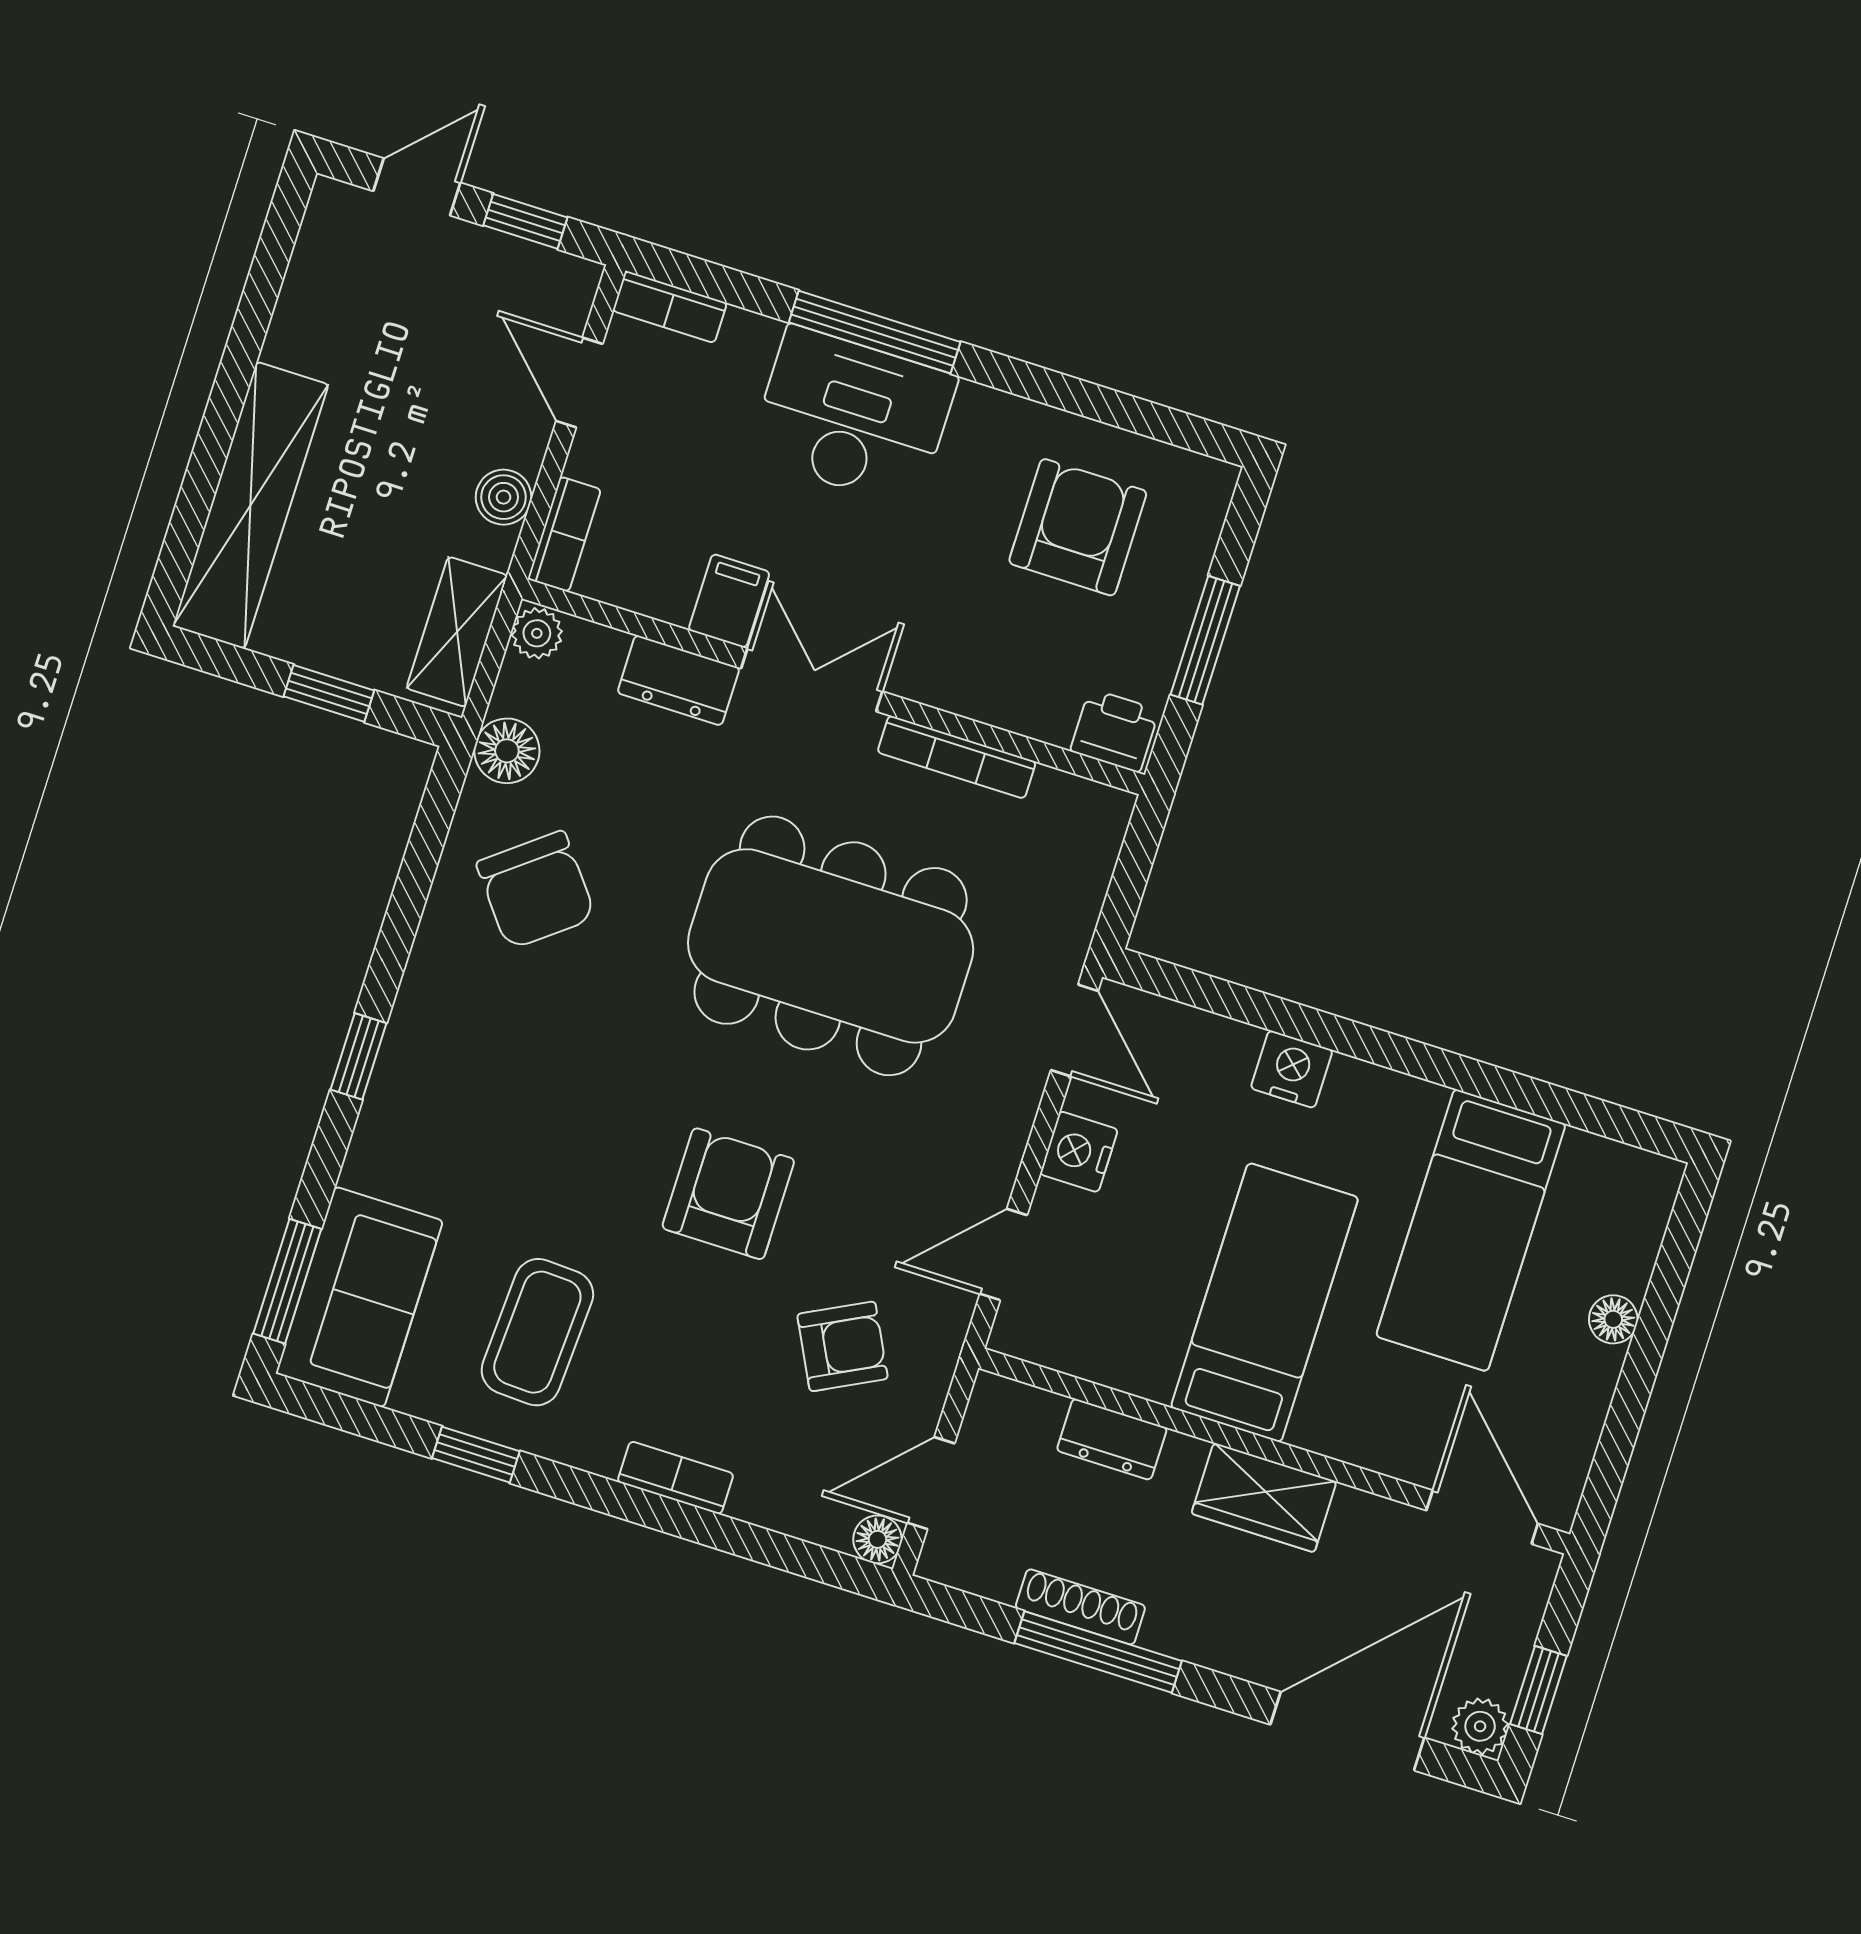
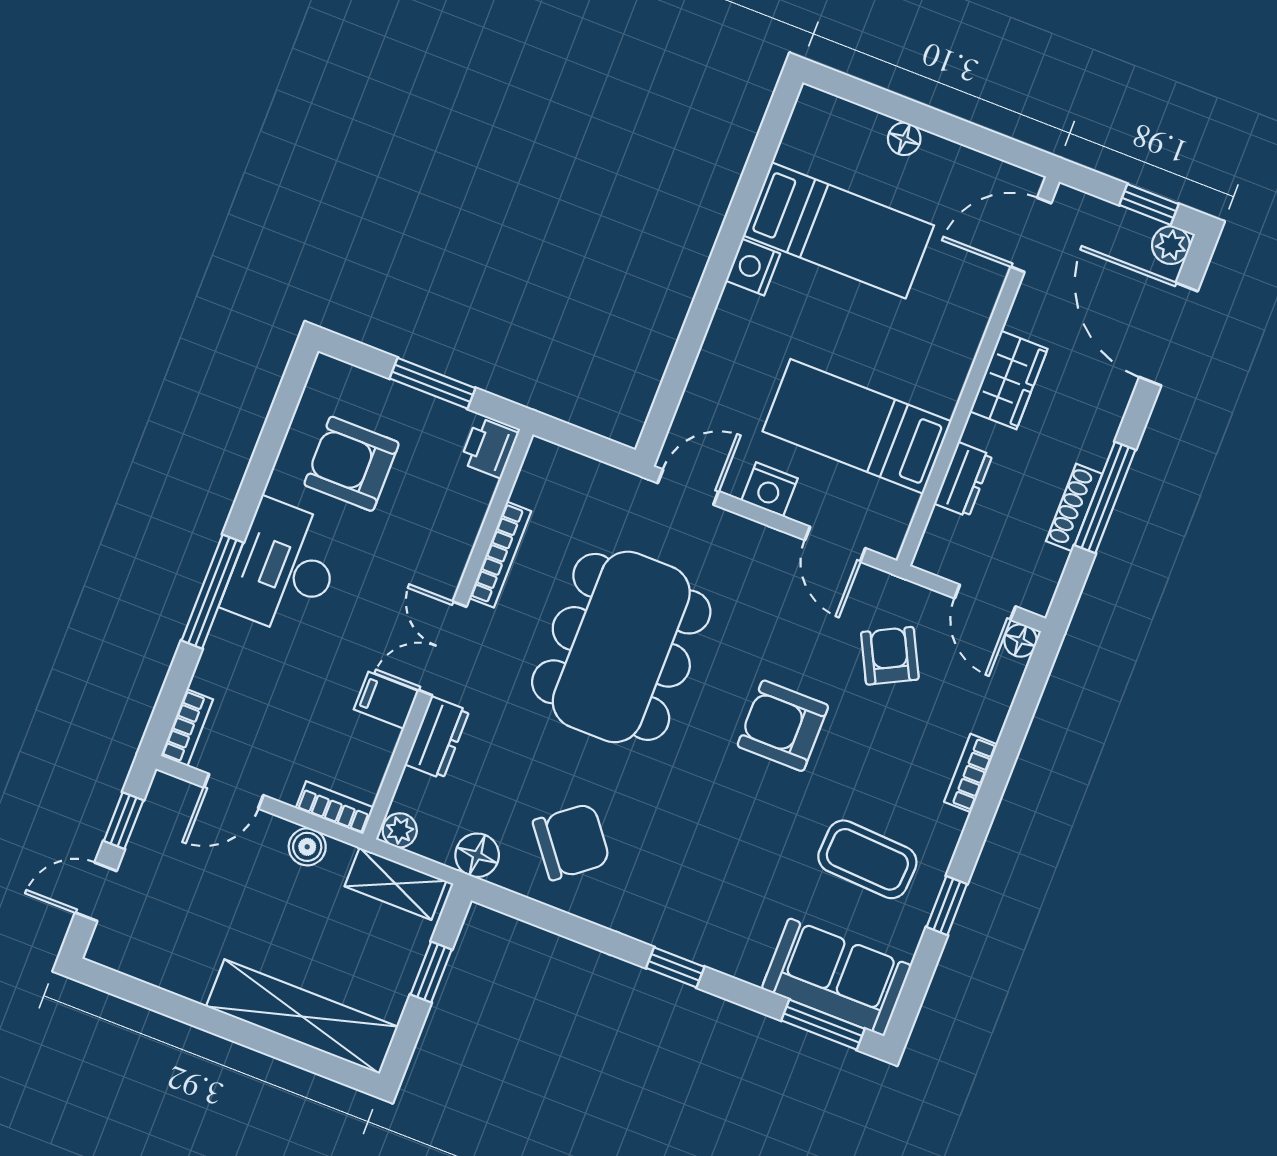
door: (417, 187) -> (96, 892), hinge flipped
desk: (853, 417) -> (284, 568), moved
nightstand: (1292, 1069) -> (753, 267), moved
bed: (1265, 1303) -> (857, 426), moved

